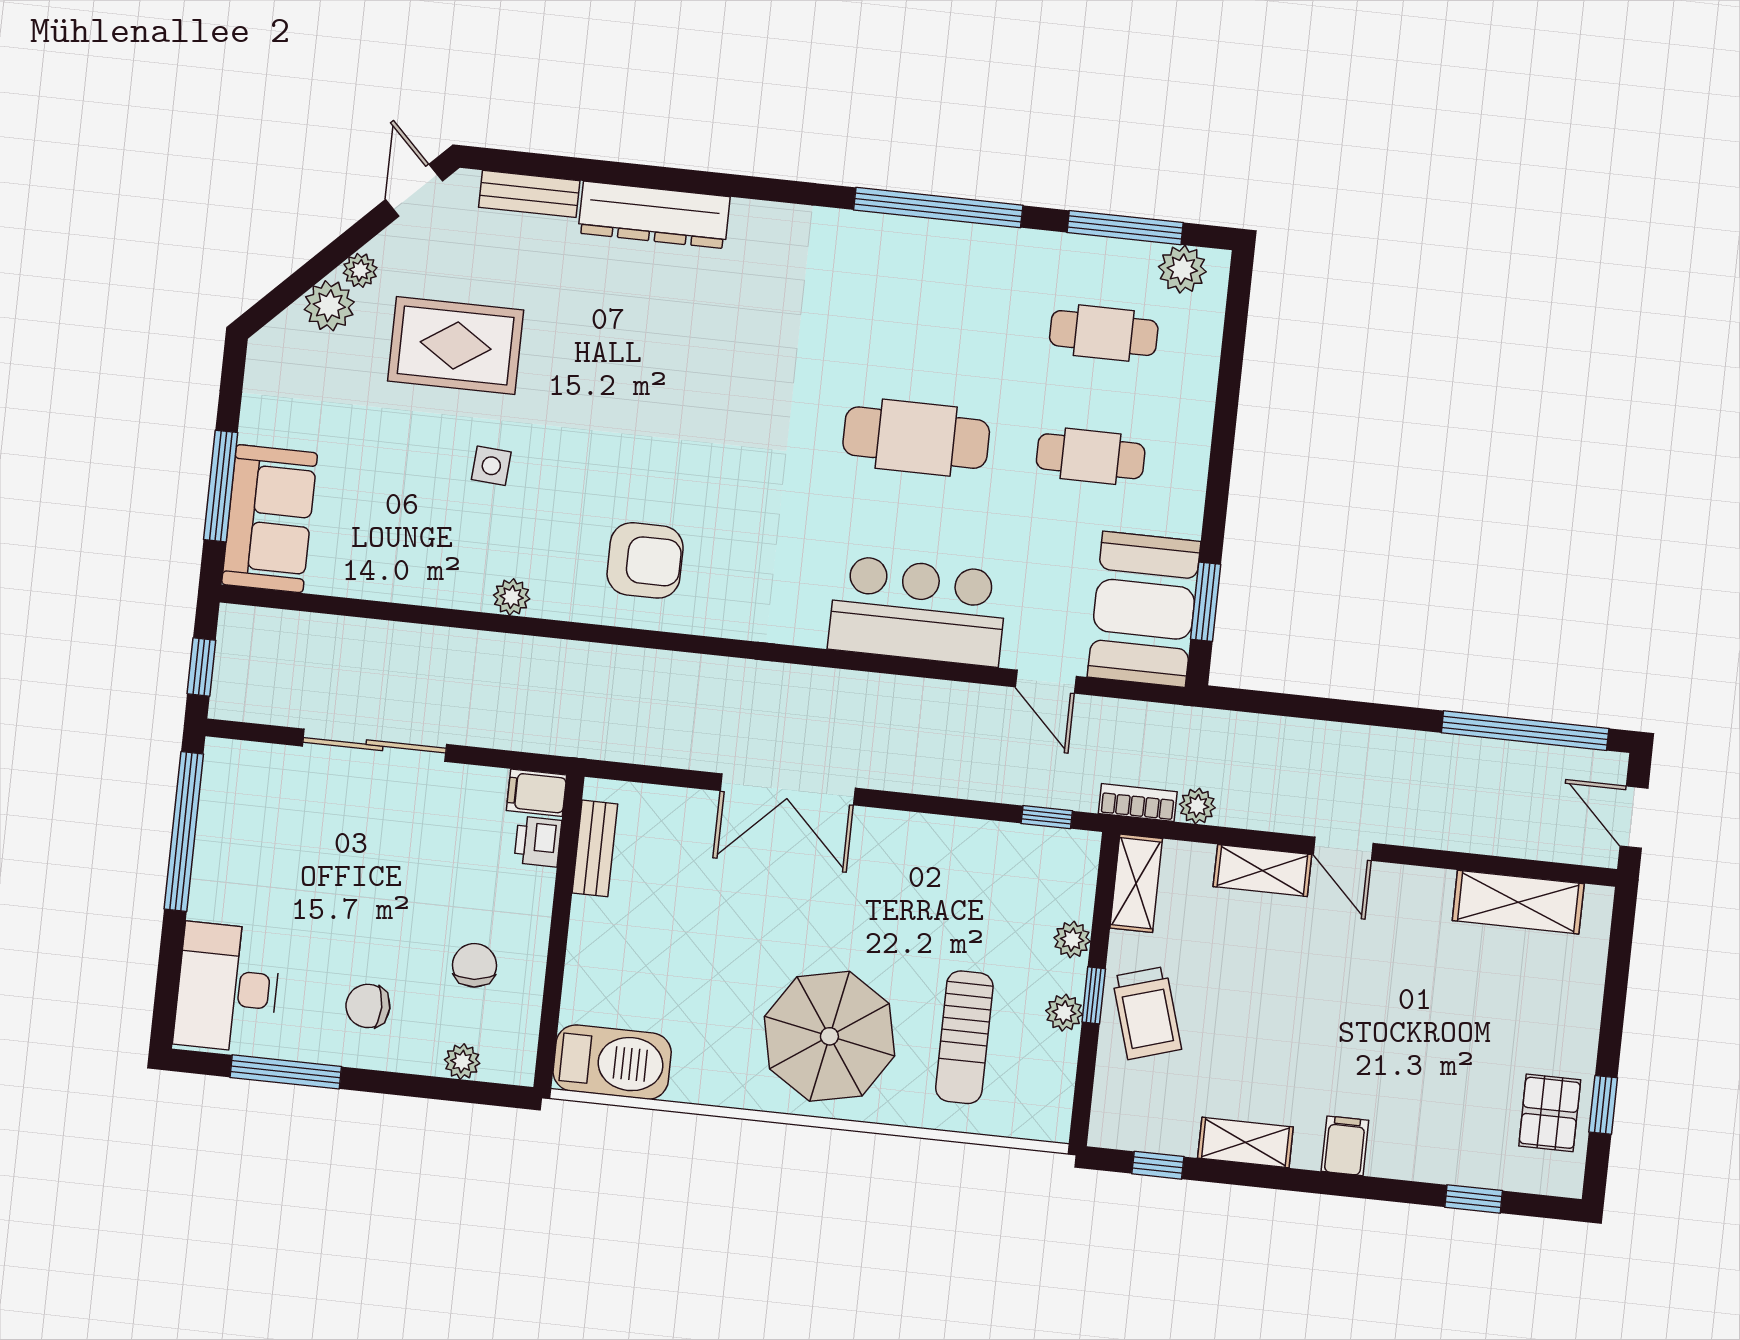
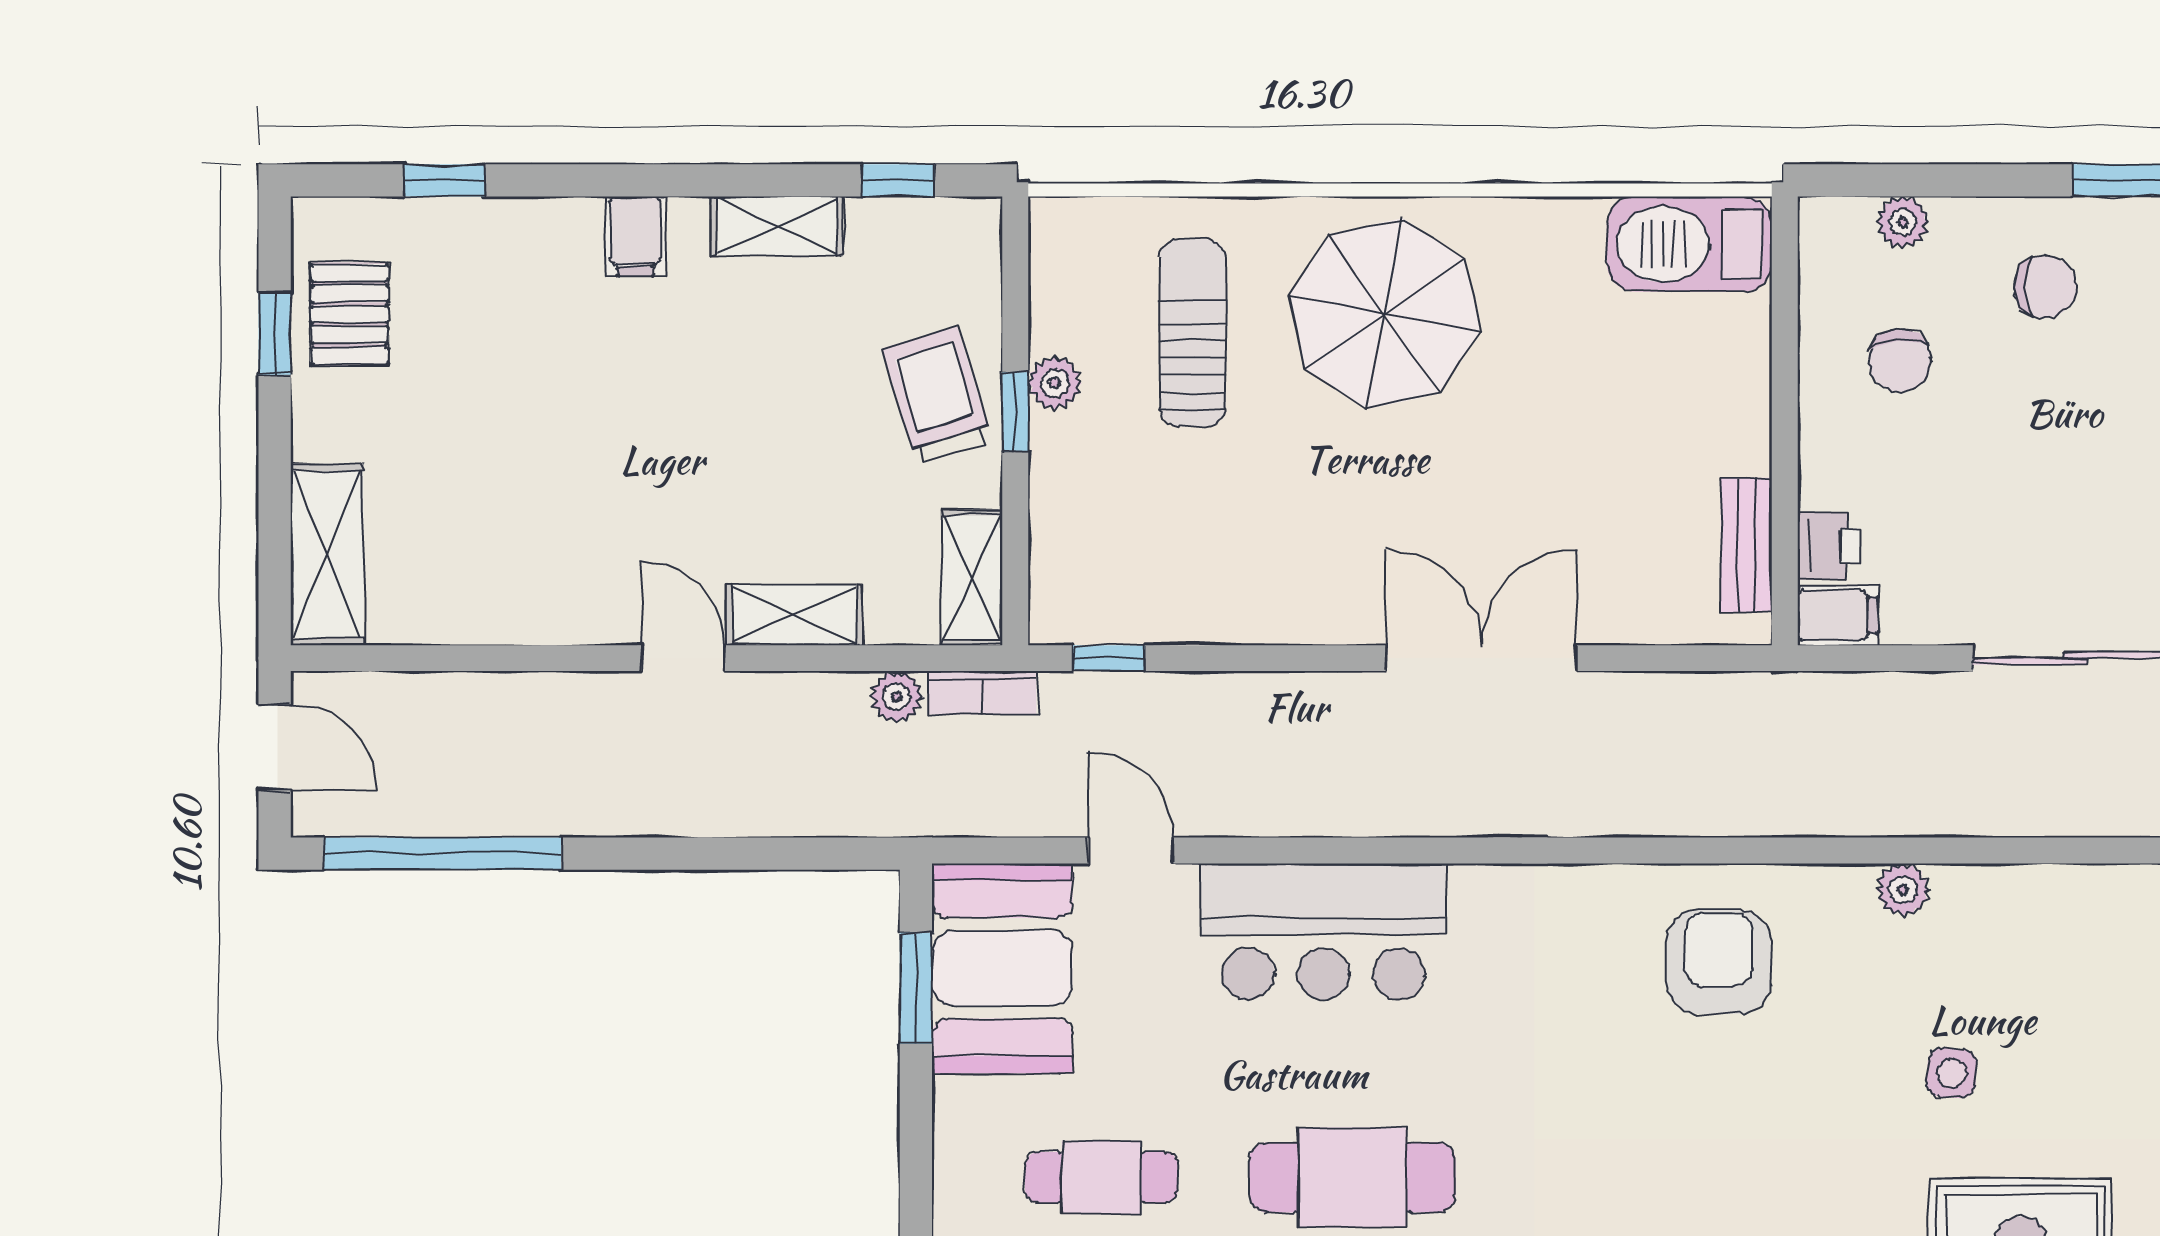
armchair: (645, 560) -> (1719, 962), turned 90
shelving: (1518, 902) -> (327, 554), moved, turned 90
plant: (1072, 940) -> (1054, 488), removed

